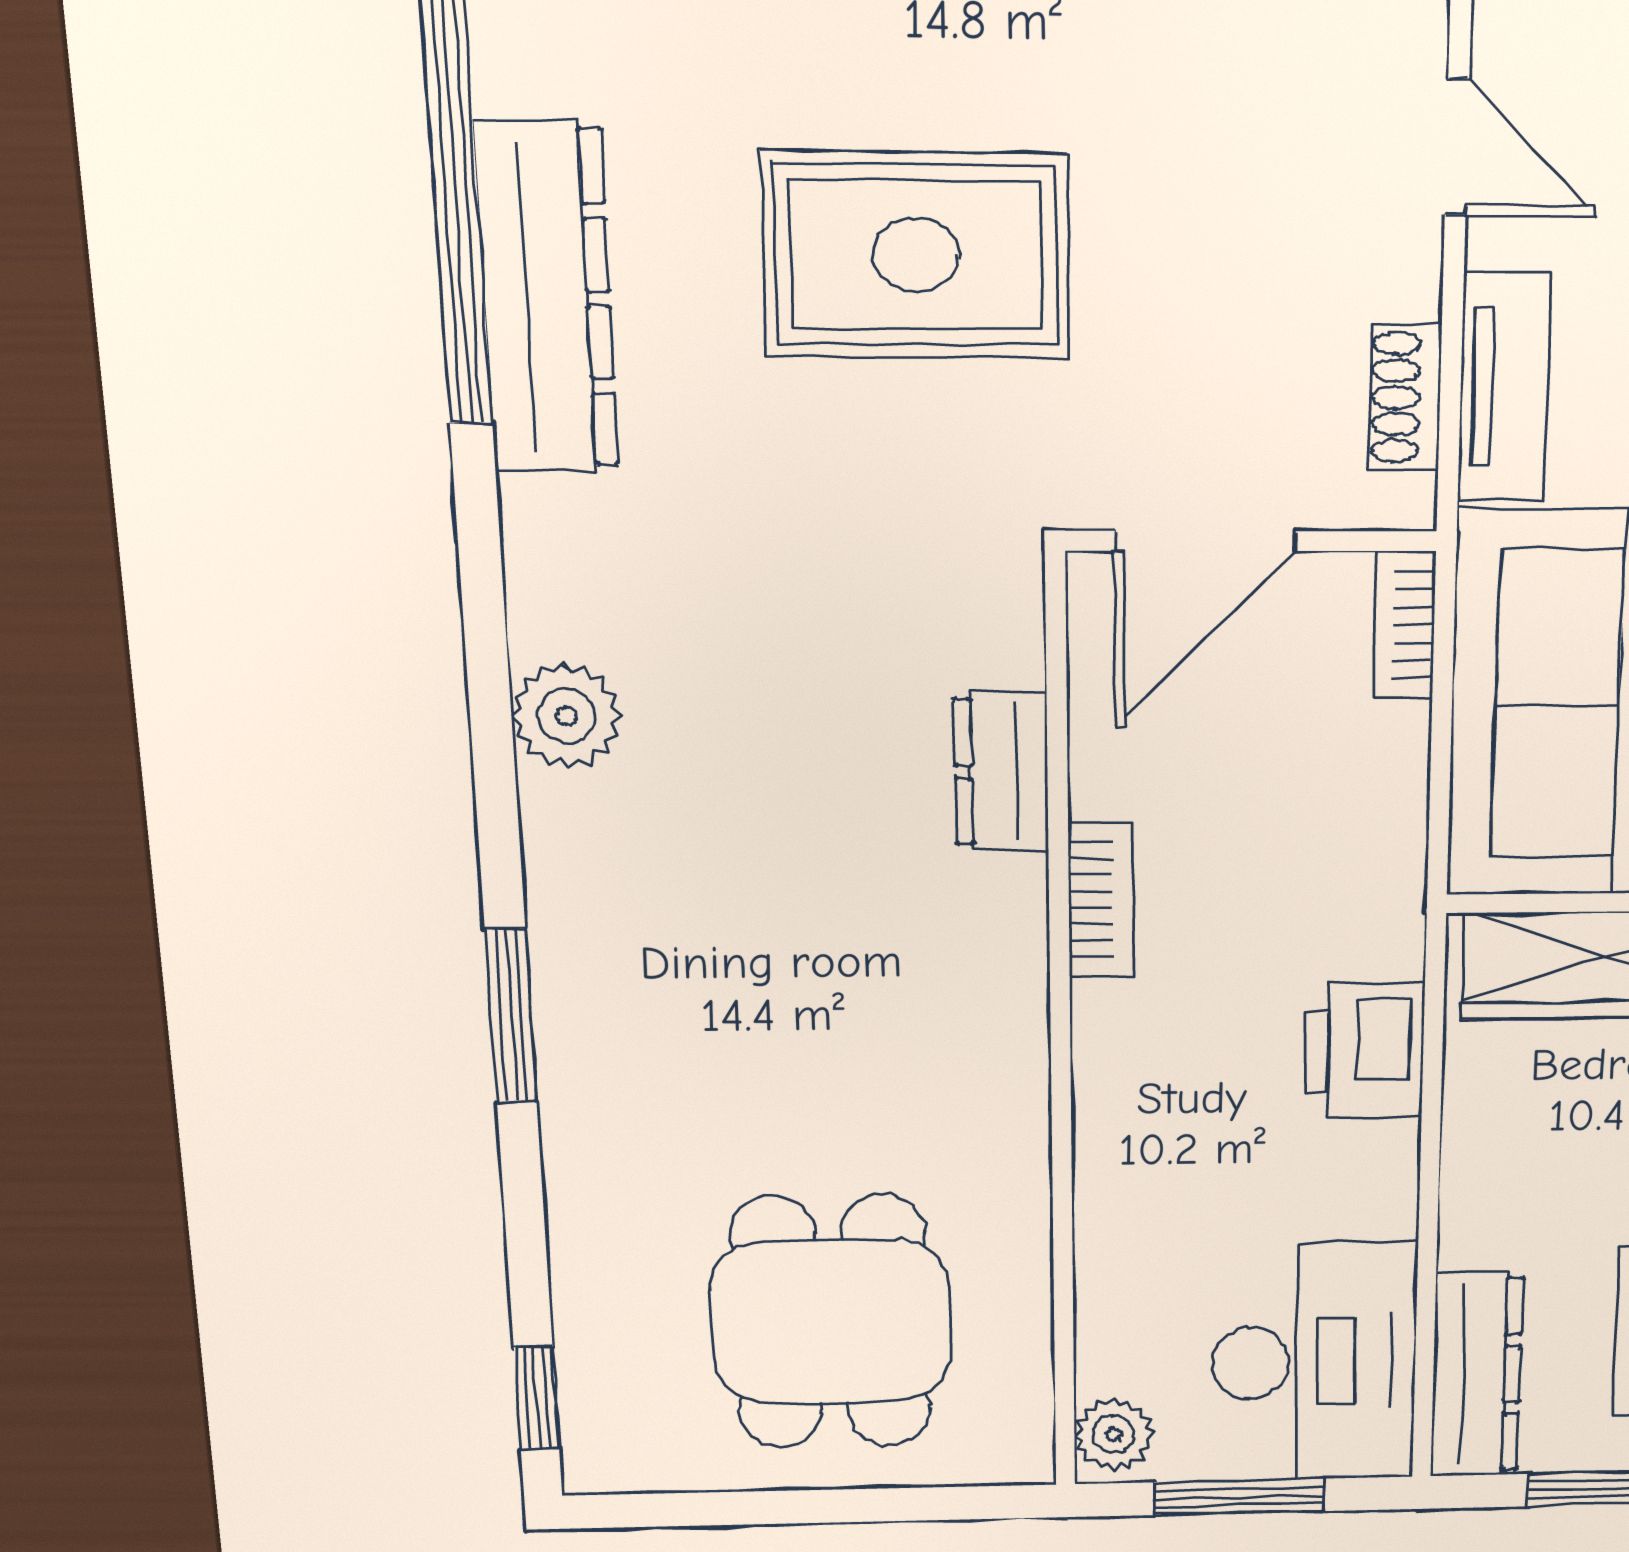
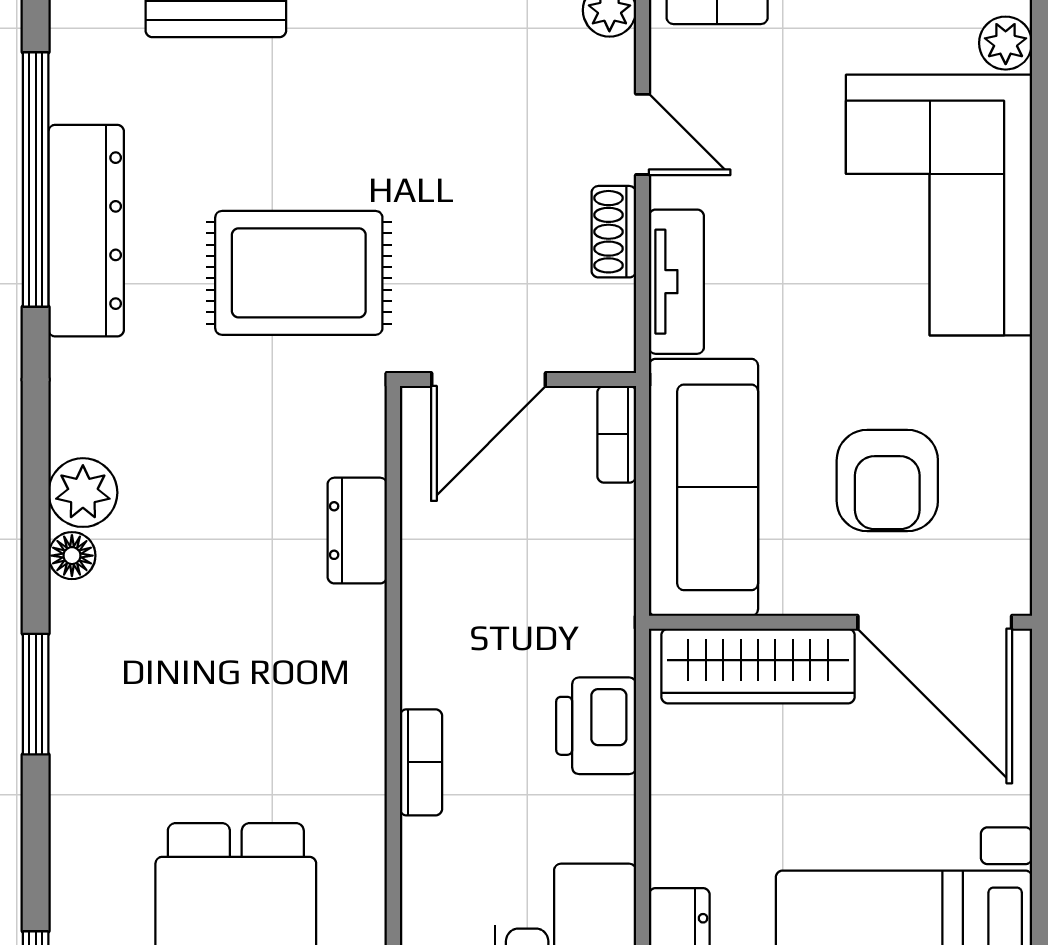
rug: (916, 255) -> (299, 273), moved
shoe rack: (1405, 397) -> (614, 232), moved
floor lamp: (555, 812) -> (72, 556), added
bookcase: (1101, 900) -> (421, 762), moved

